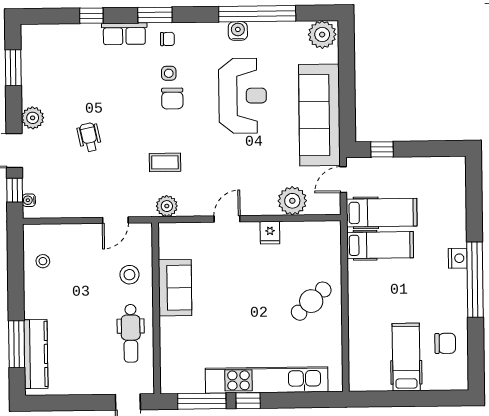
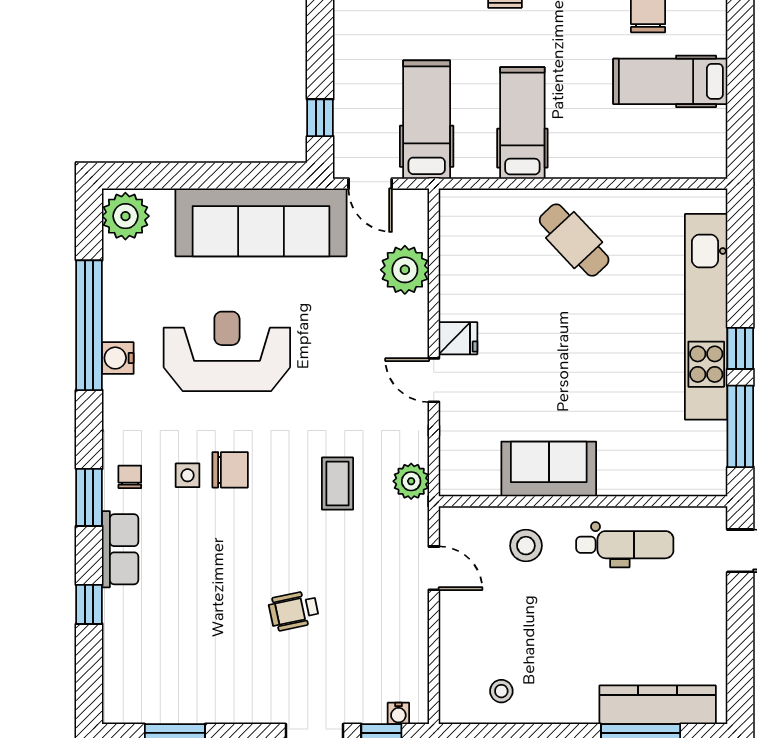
plant: (33, 118) -> (260, 705), removed
fridge: (270, 233) -> (458, 338), moved
hospital bed: (380, 245) -> (522, 123), moved

